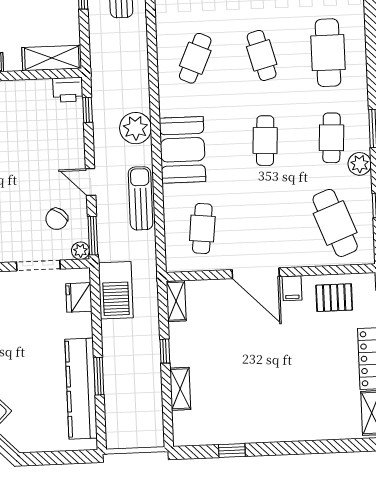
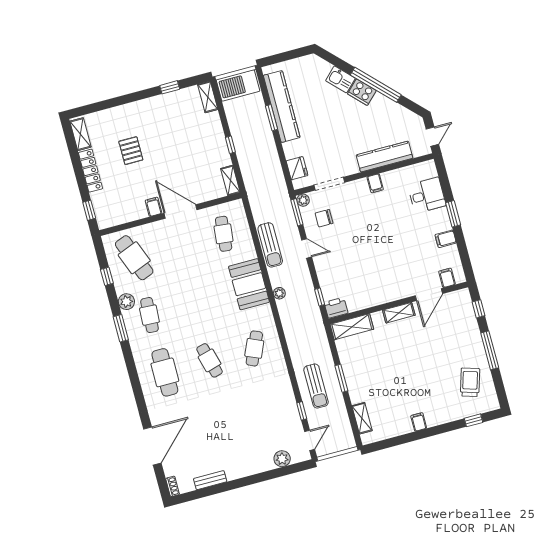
plant: (136, 128) -> (279, 293), width x0.53, depth x0.53
cafe table: (265, 141) -> (194, 303), removed
chair: (57, 219) -> (324, 218), turned -127
barbecue: (116, 290) -> (238, 85), moved, turned -90
pallet: (334, 298) -> (131, 151), moved, turned 90
shelving: (180, 389) -> (208, 97), moved

